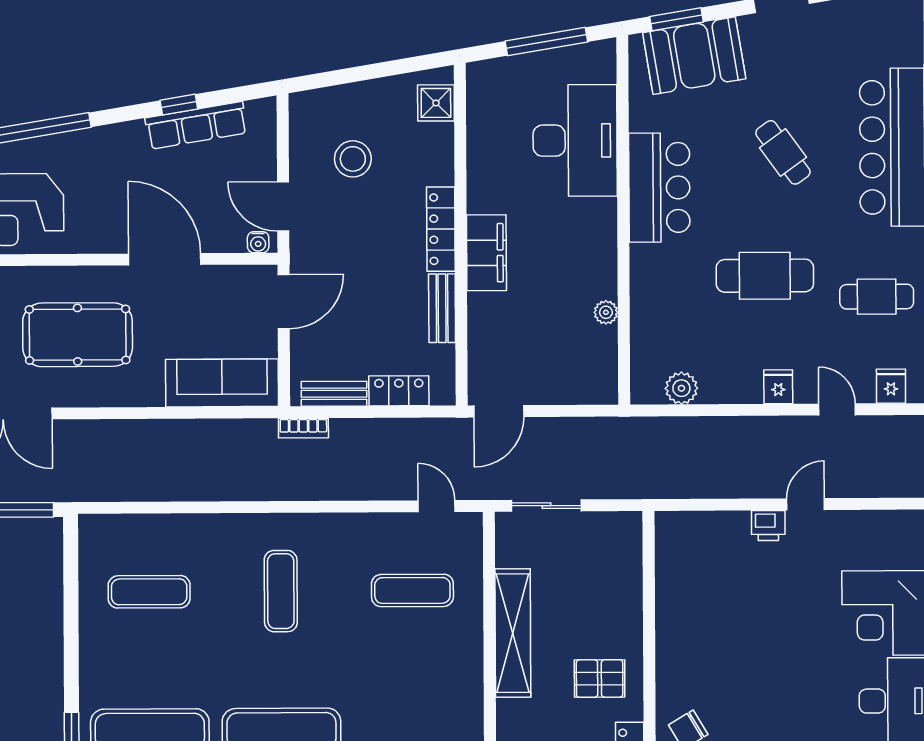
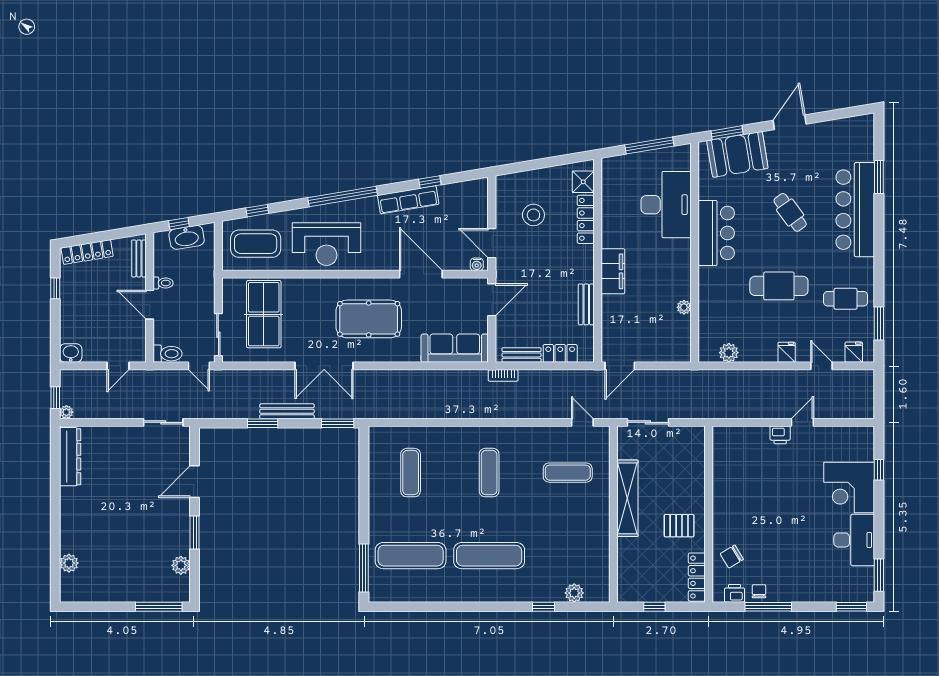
row of seats: (196, 125) -> (408, 200), moved
locker: (441, 229) -> (586, 219), moved
exercise mat: (149, 592) -> (411, 473), turned 90

